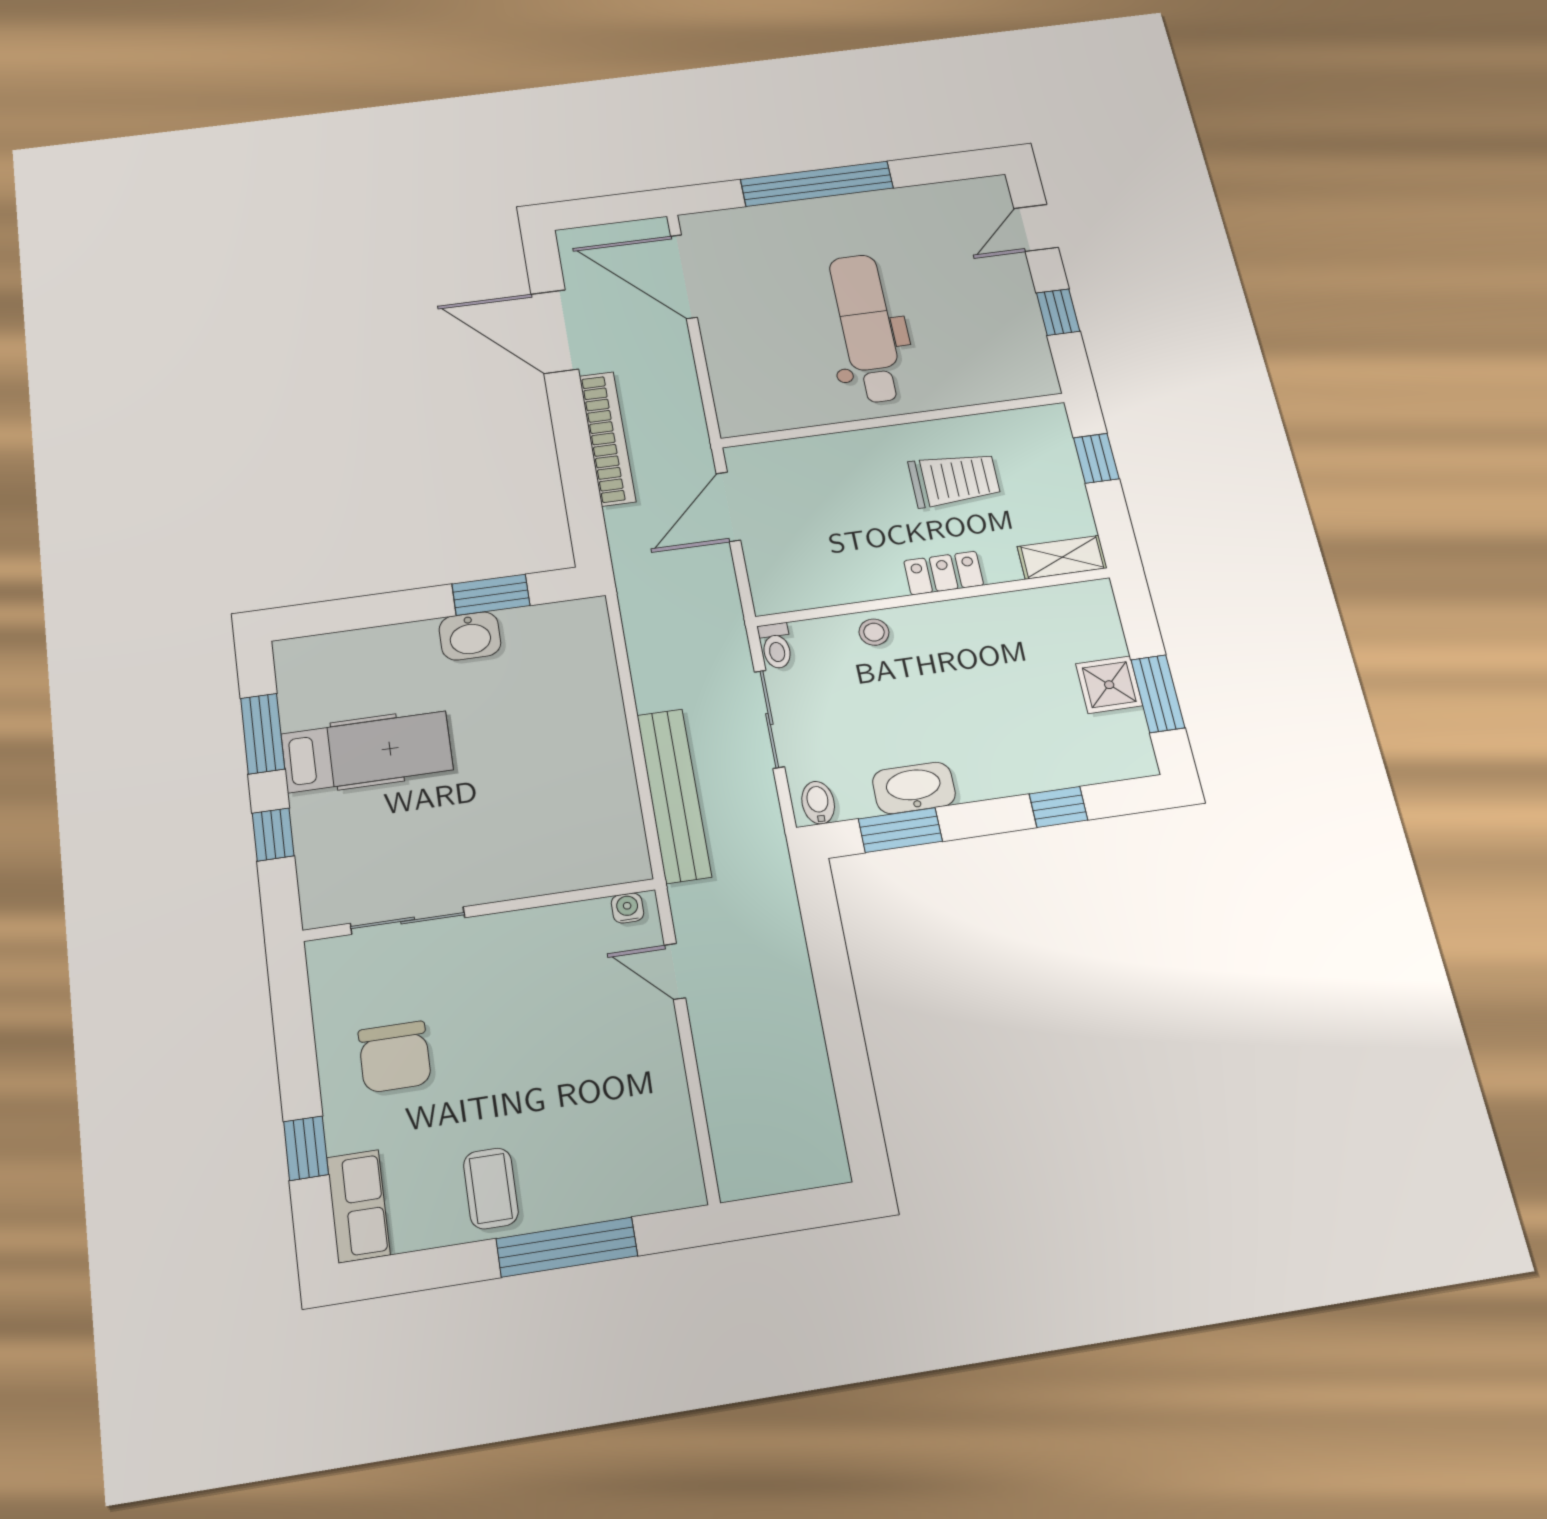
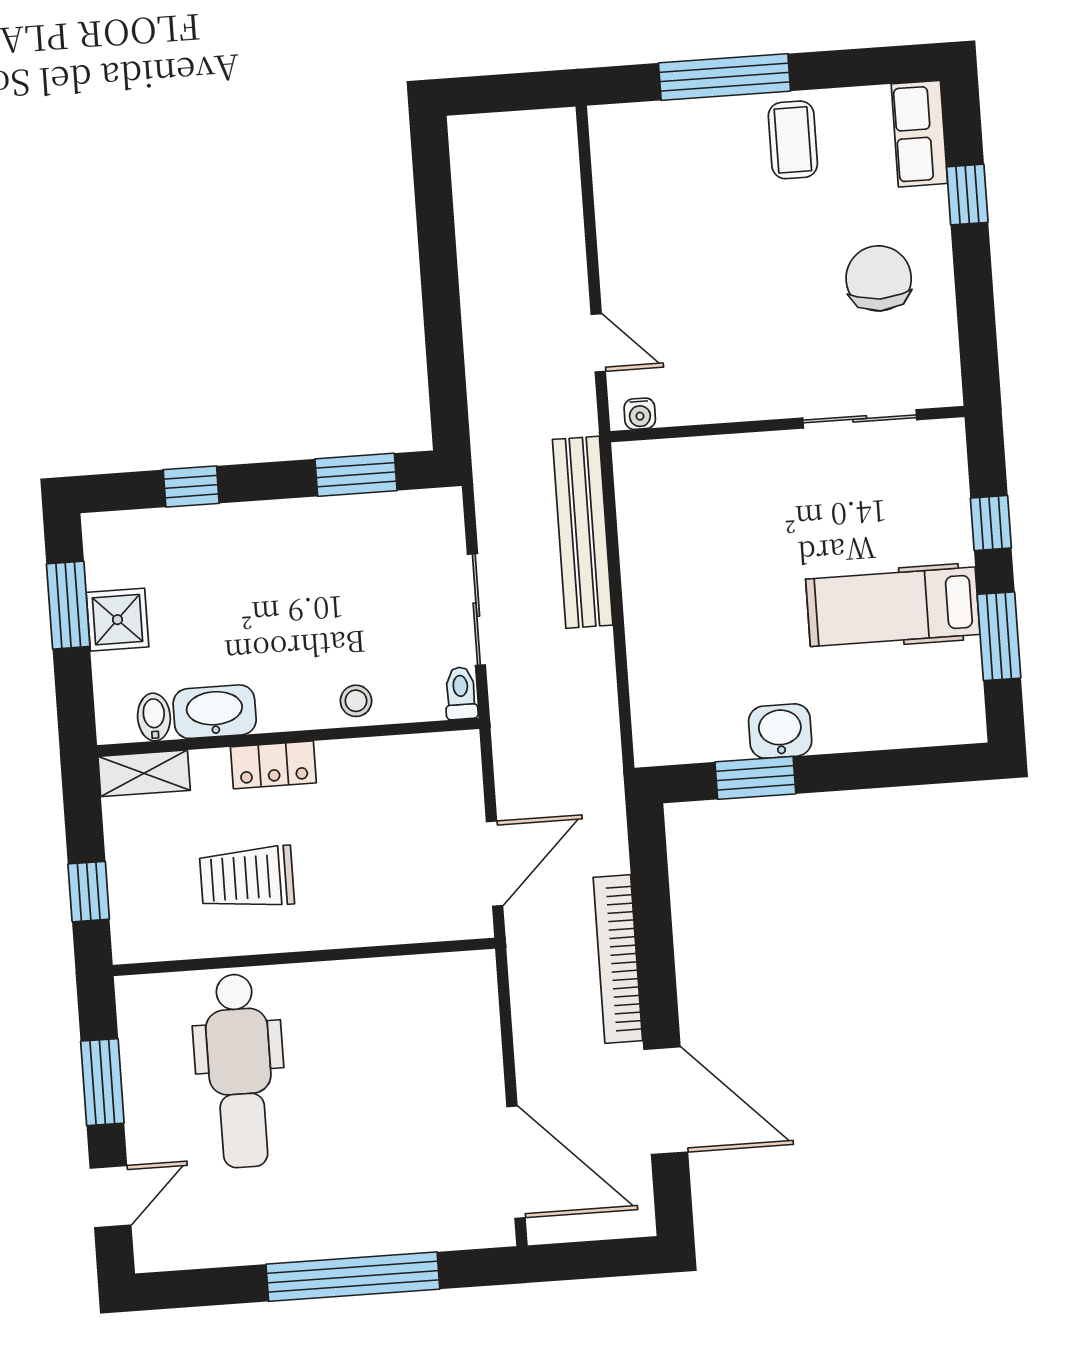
window: (1058, 312) -> (102, 1082), width x1.50
dental chair: (867, 328) -> (240, 1071), moved
washbasin: (914, 788) -> (215, 712), moved, turned 180
bidet: (818, 803) -> (154, 717), moved, turned 180

